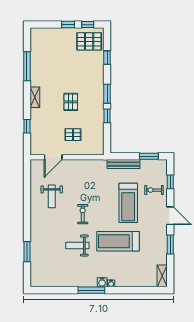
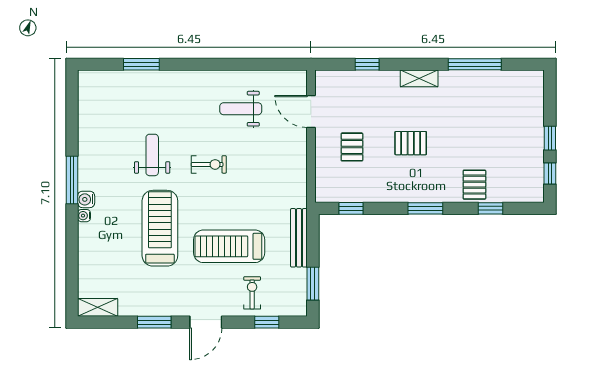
pallet: (89, 41) -> (474, 185), moved, width x0.67, depth x0.71
window: (107, 116) -> (351, 208), moved

